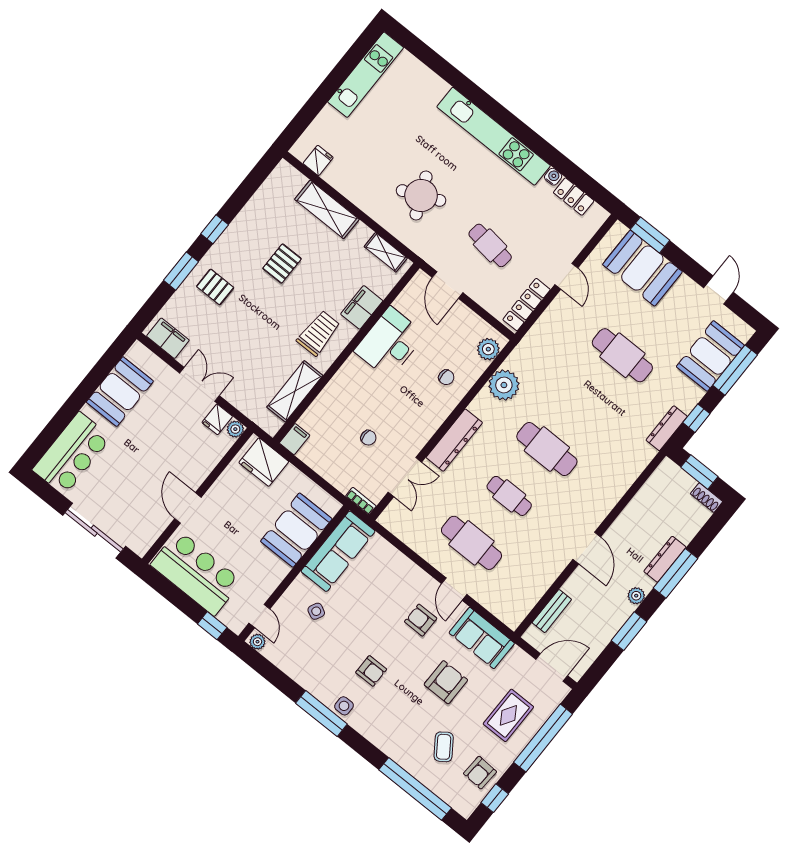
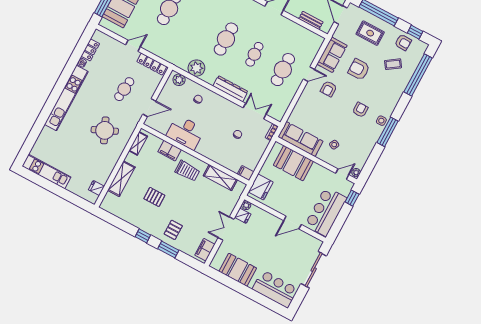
trolley: (318, 333) -> (187, 171), turned 180

